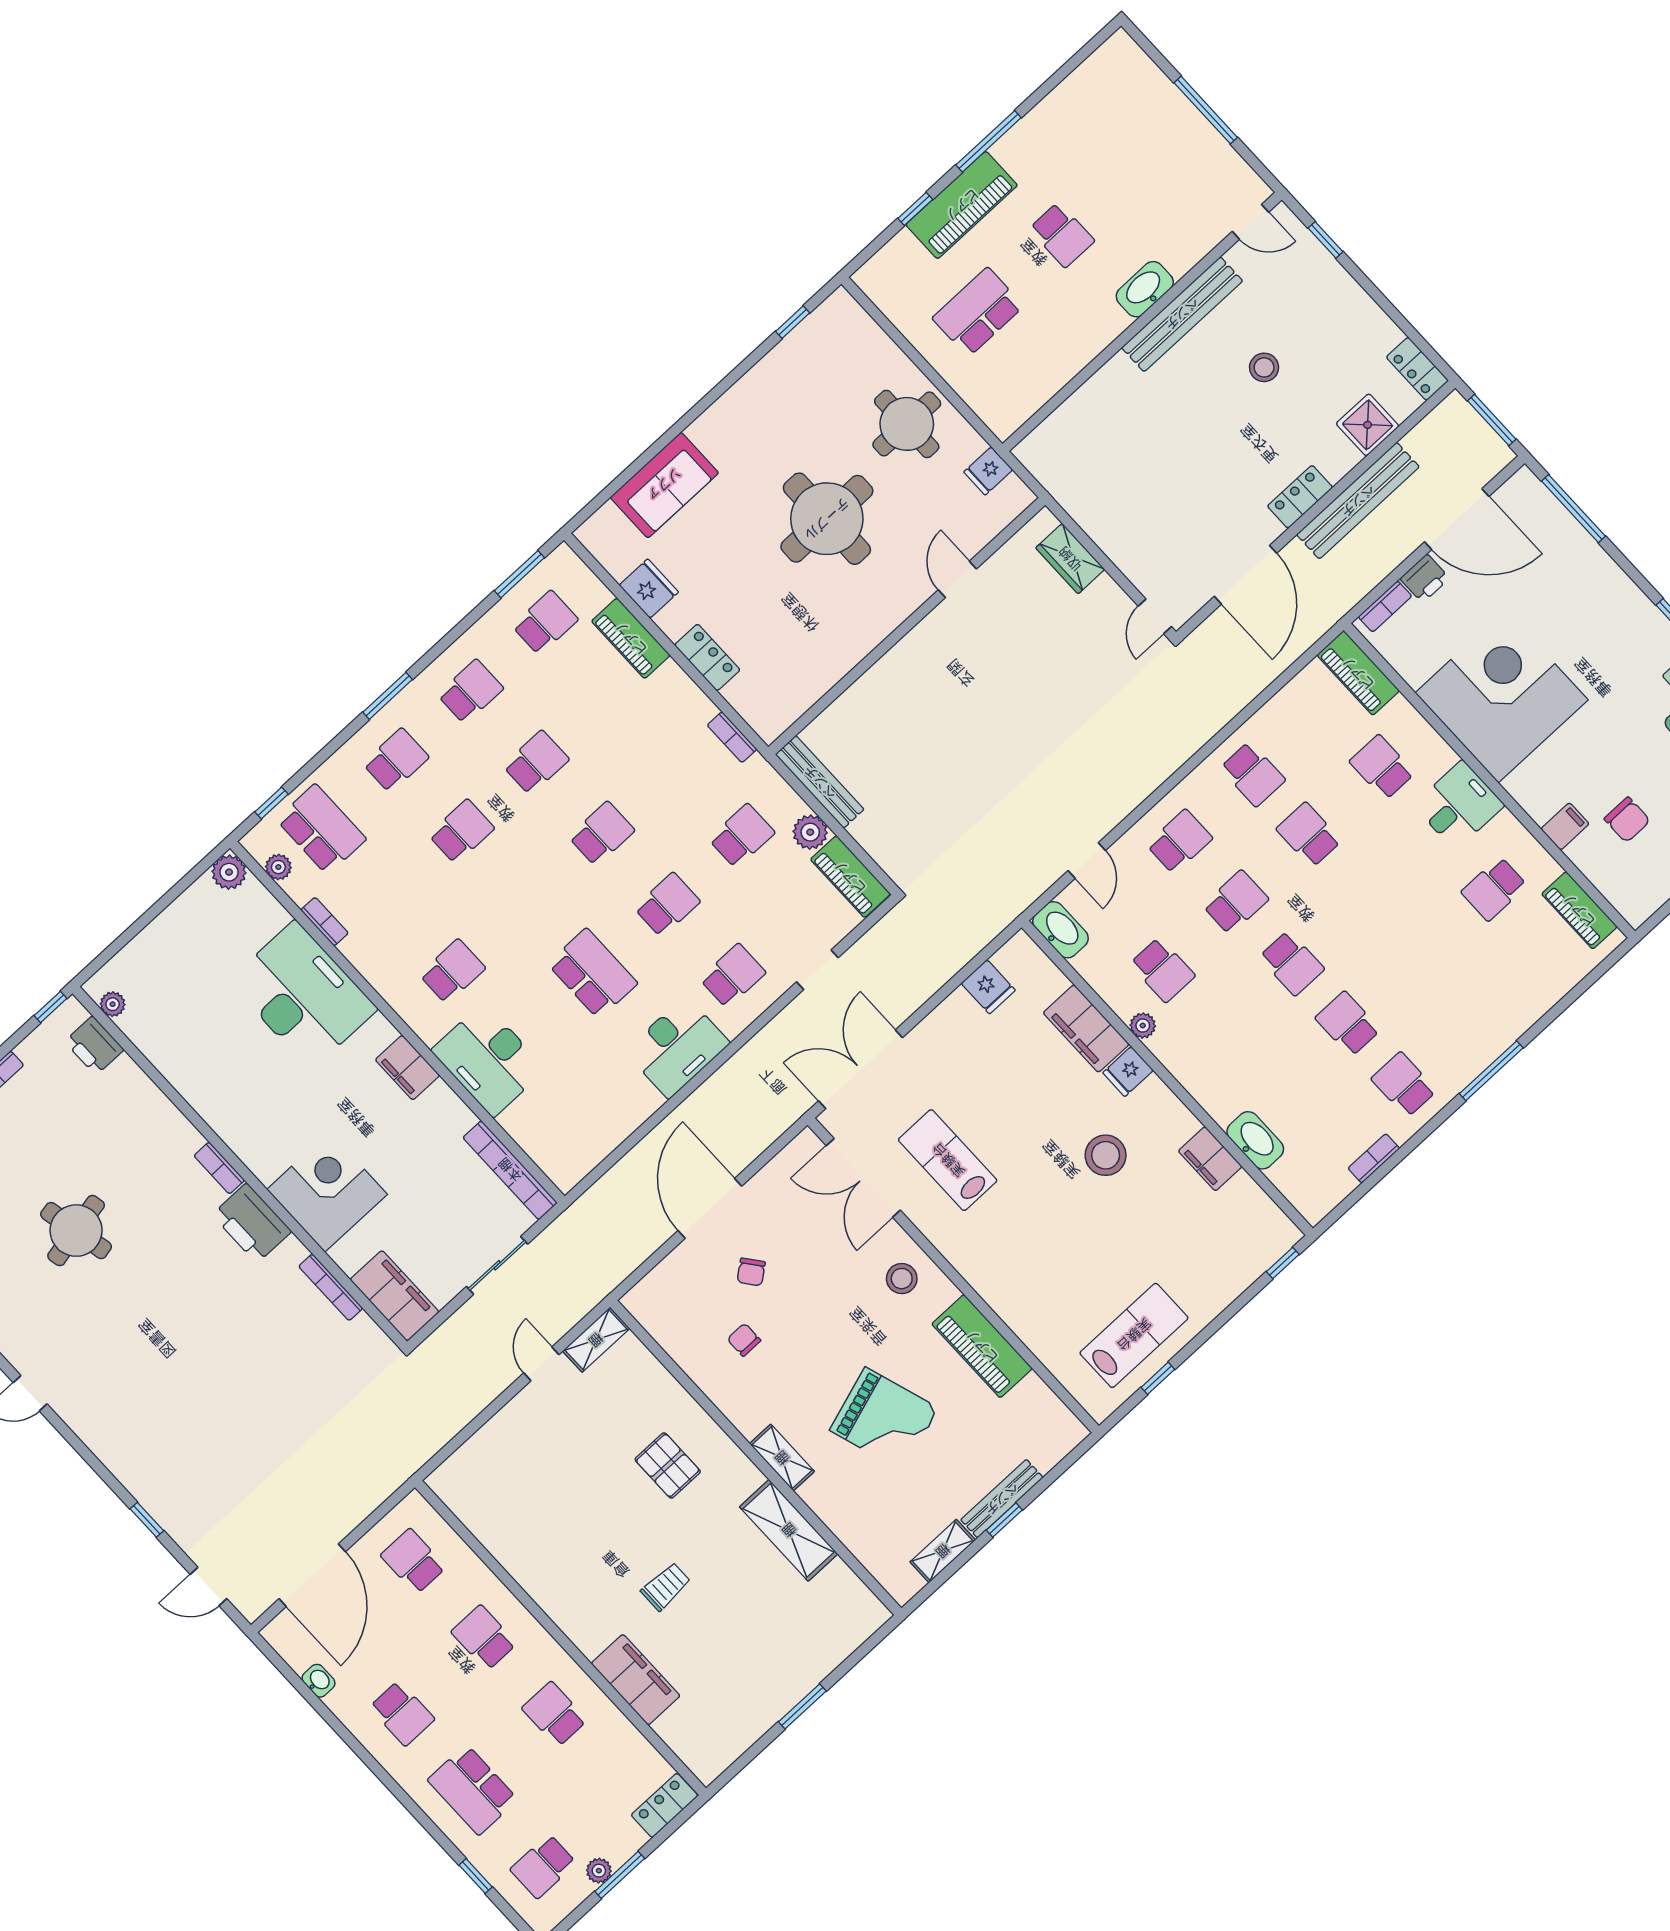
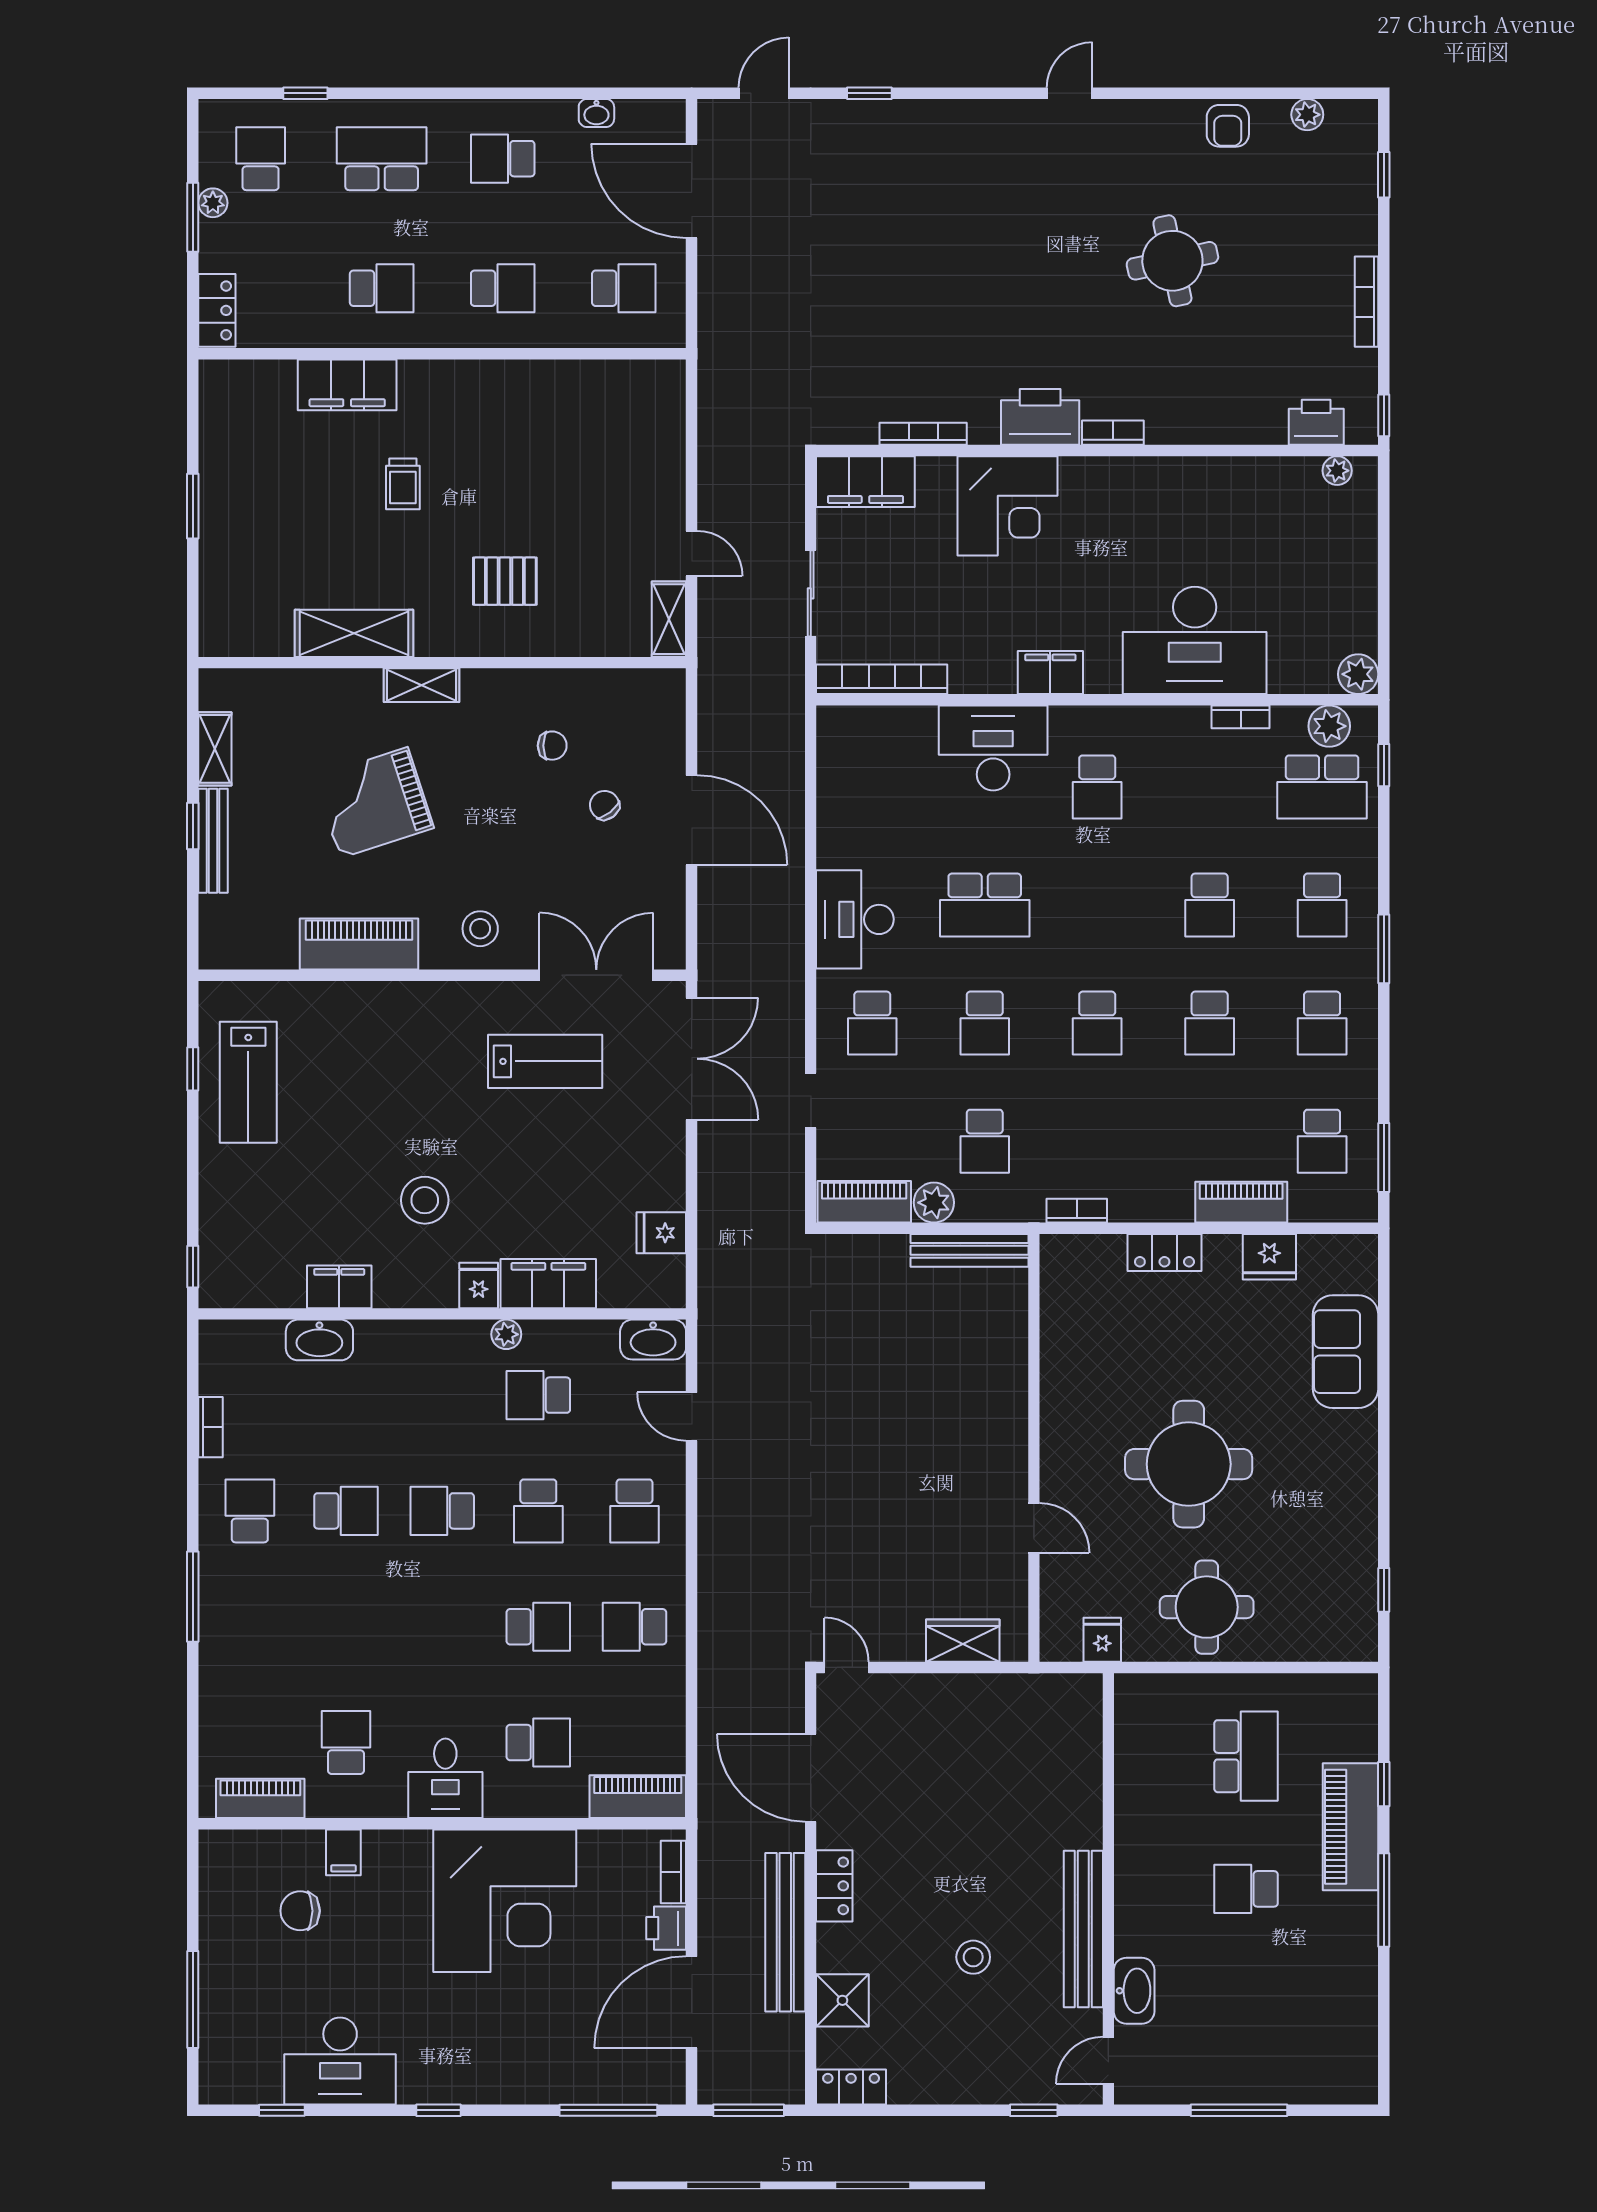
washbasin: (1145, 289) -> (1134, 1991), moved
plant: (278, 867) -> (1329, 726), width x1.38, depth x1.38
school desk: (1404, 1085) -> (250, 1511), turned -90

